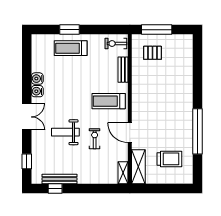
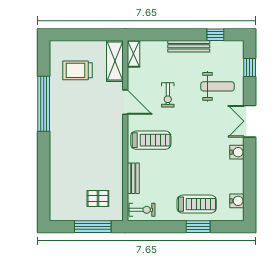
water cooler: (37, 79) -> (237, 201), moved
weight bench: (65, 132) -> (218, 86), moved
bench: (60, 179) -> (189, 46), moved

